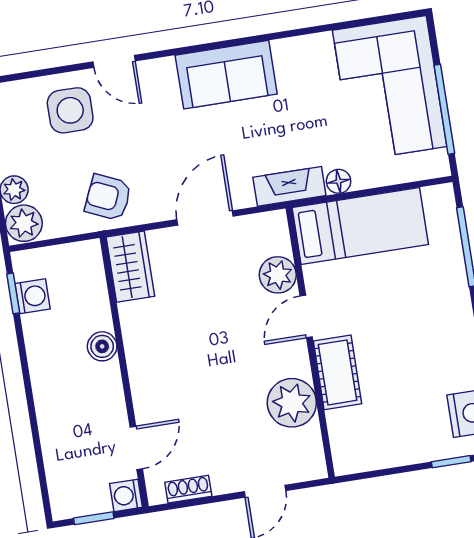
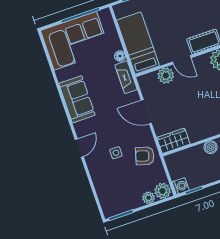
door: (114, 61) -> (79, 148), moved
sofa: (226, 75) -> (77, 99), moved
side table: (70, 110) -> (116, 153), moved, width x0.54, depth x0.54
armchair: (108, 197) -> (145, 156), turned 82
washing machine: (33, 296) -> (181, 186), moved, turned 90

